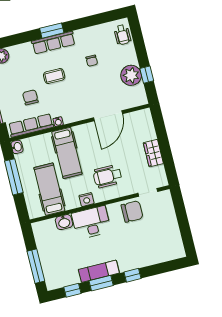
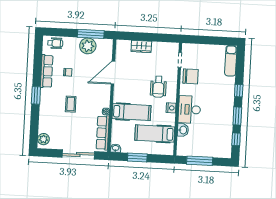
row of seats: (53, 43) -> (47, 71), moved
window: (147, 75) -> (91, 34), width x2.17
chair: (30, 97) -> (81, 127), removed
door: (108, 116) -> (113, 73), swing flipped
wardrobe: (153, 153) -> (141, 46), moved
window: (14, 177) -> (137, 157), width x0.69
chair: (132, 212) -> (191, 76), turned 90
window: (36, 266) -> (200, 161), moved
exam couch: (99, 271) -> (231, 61), moved

